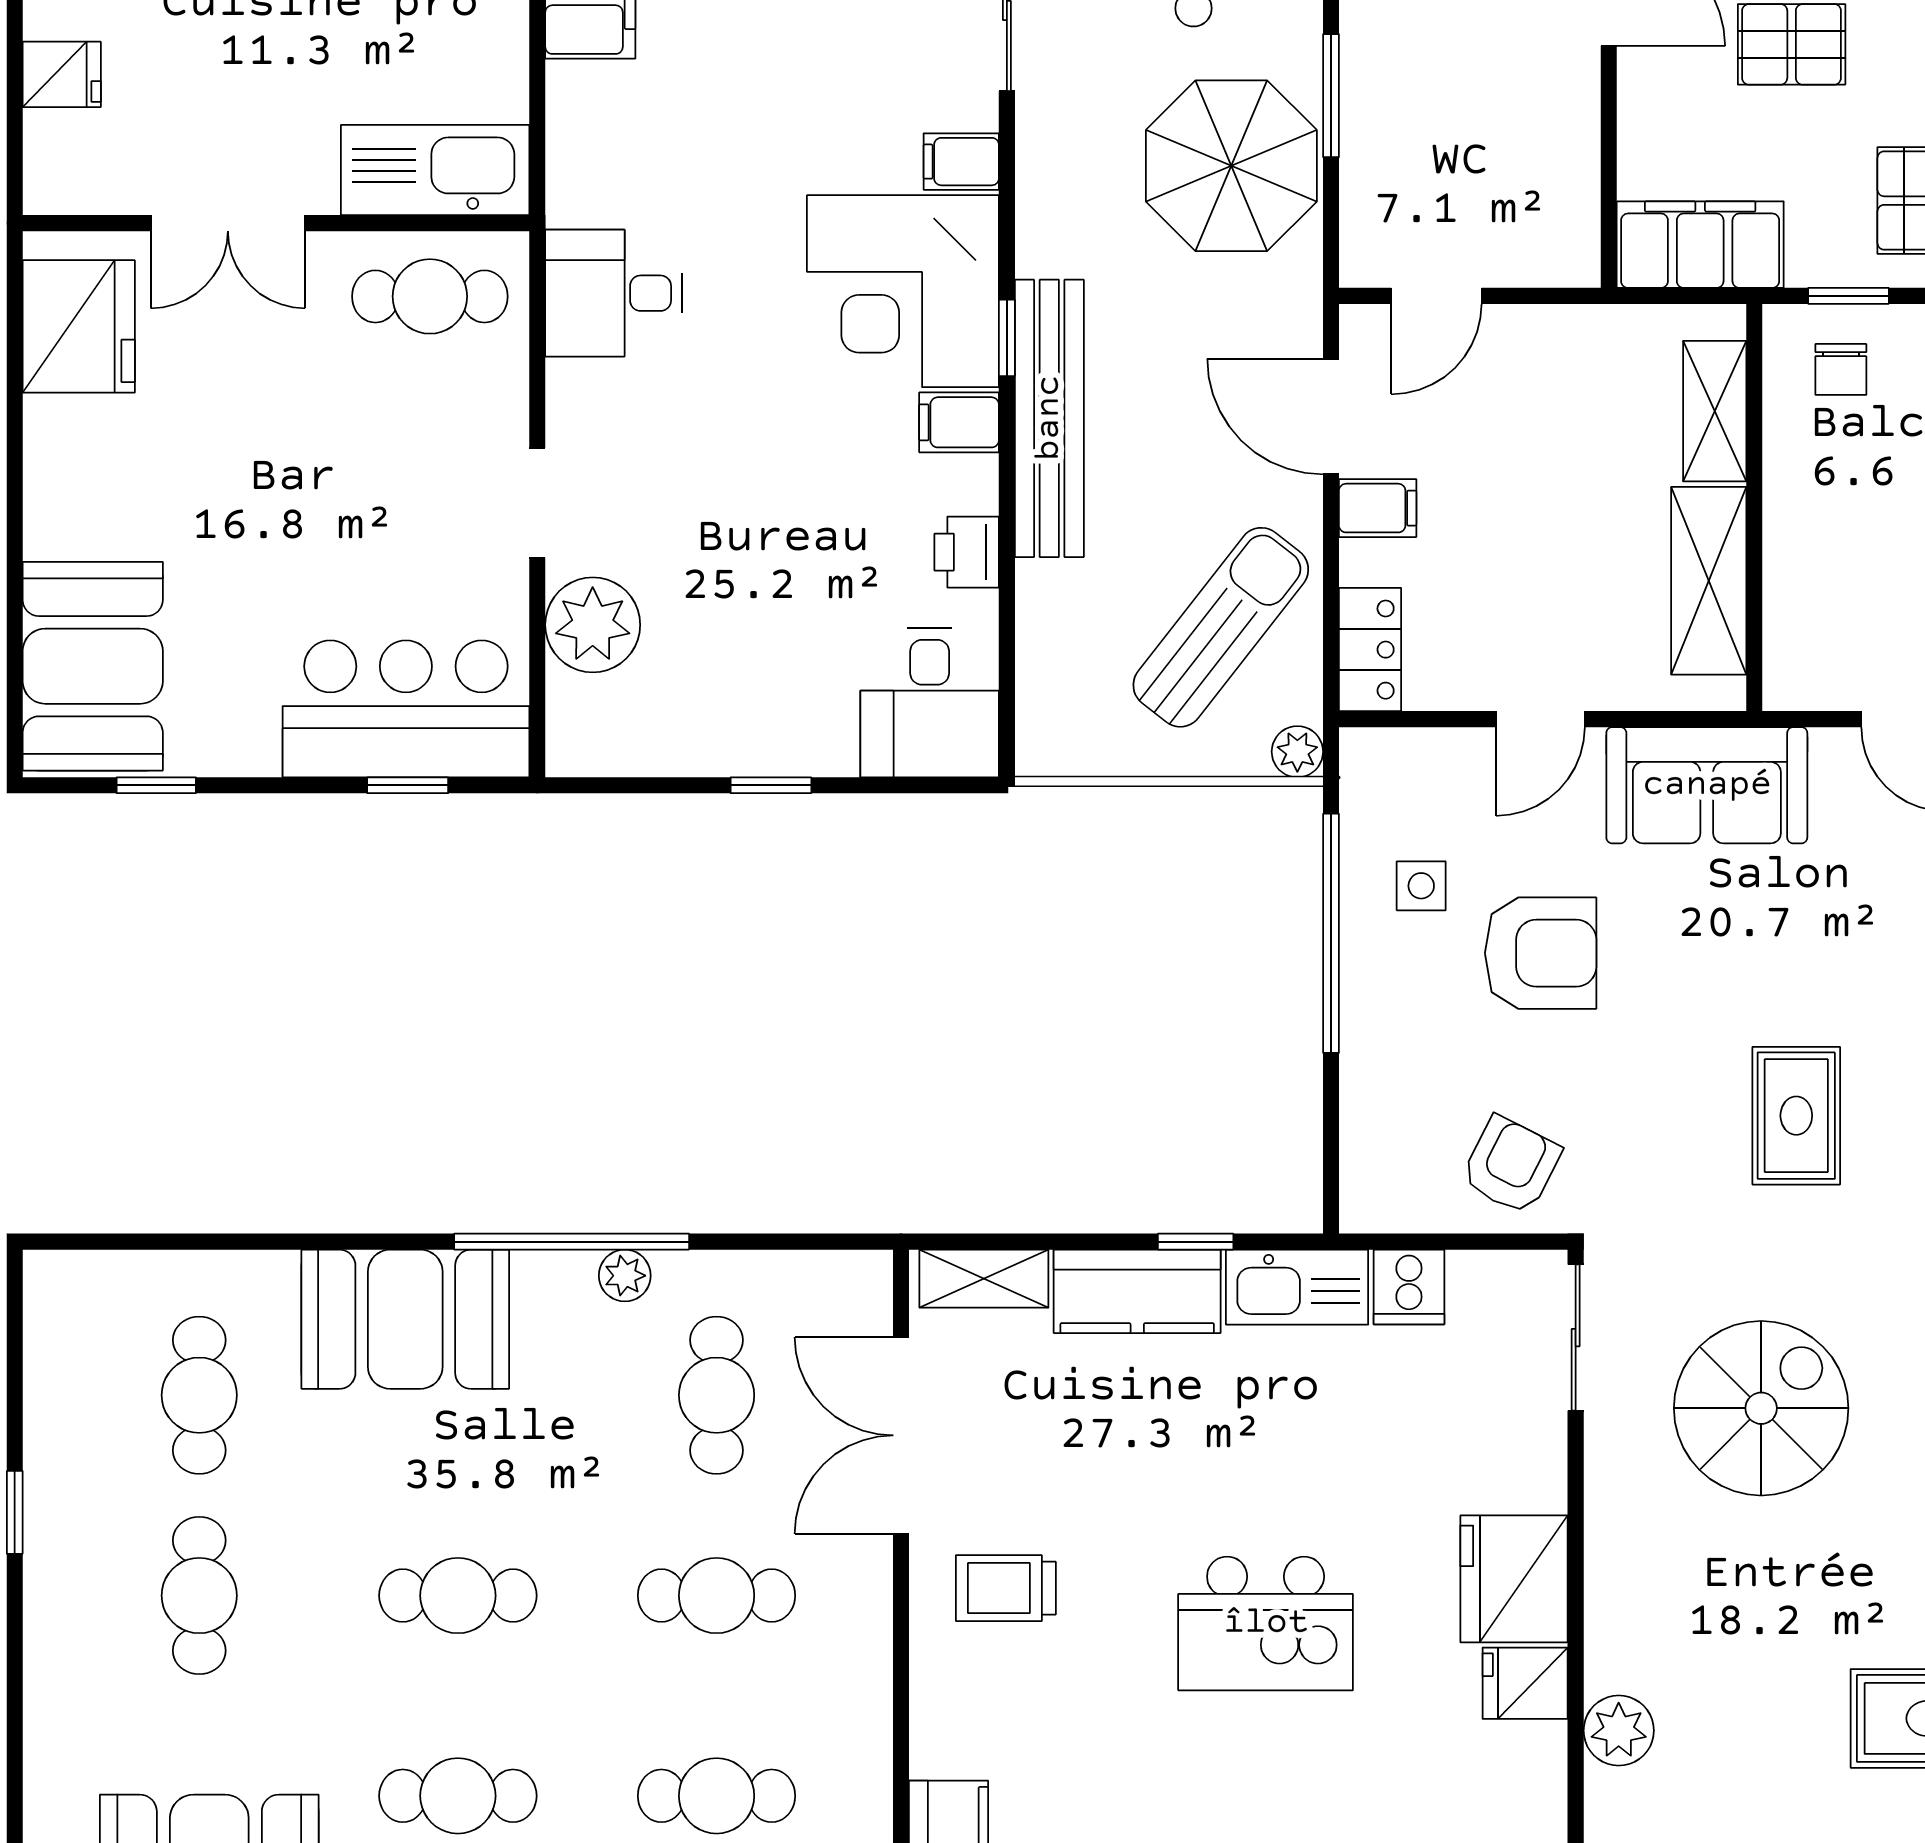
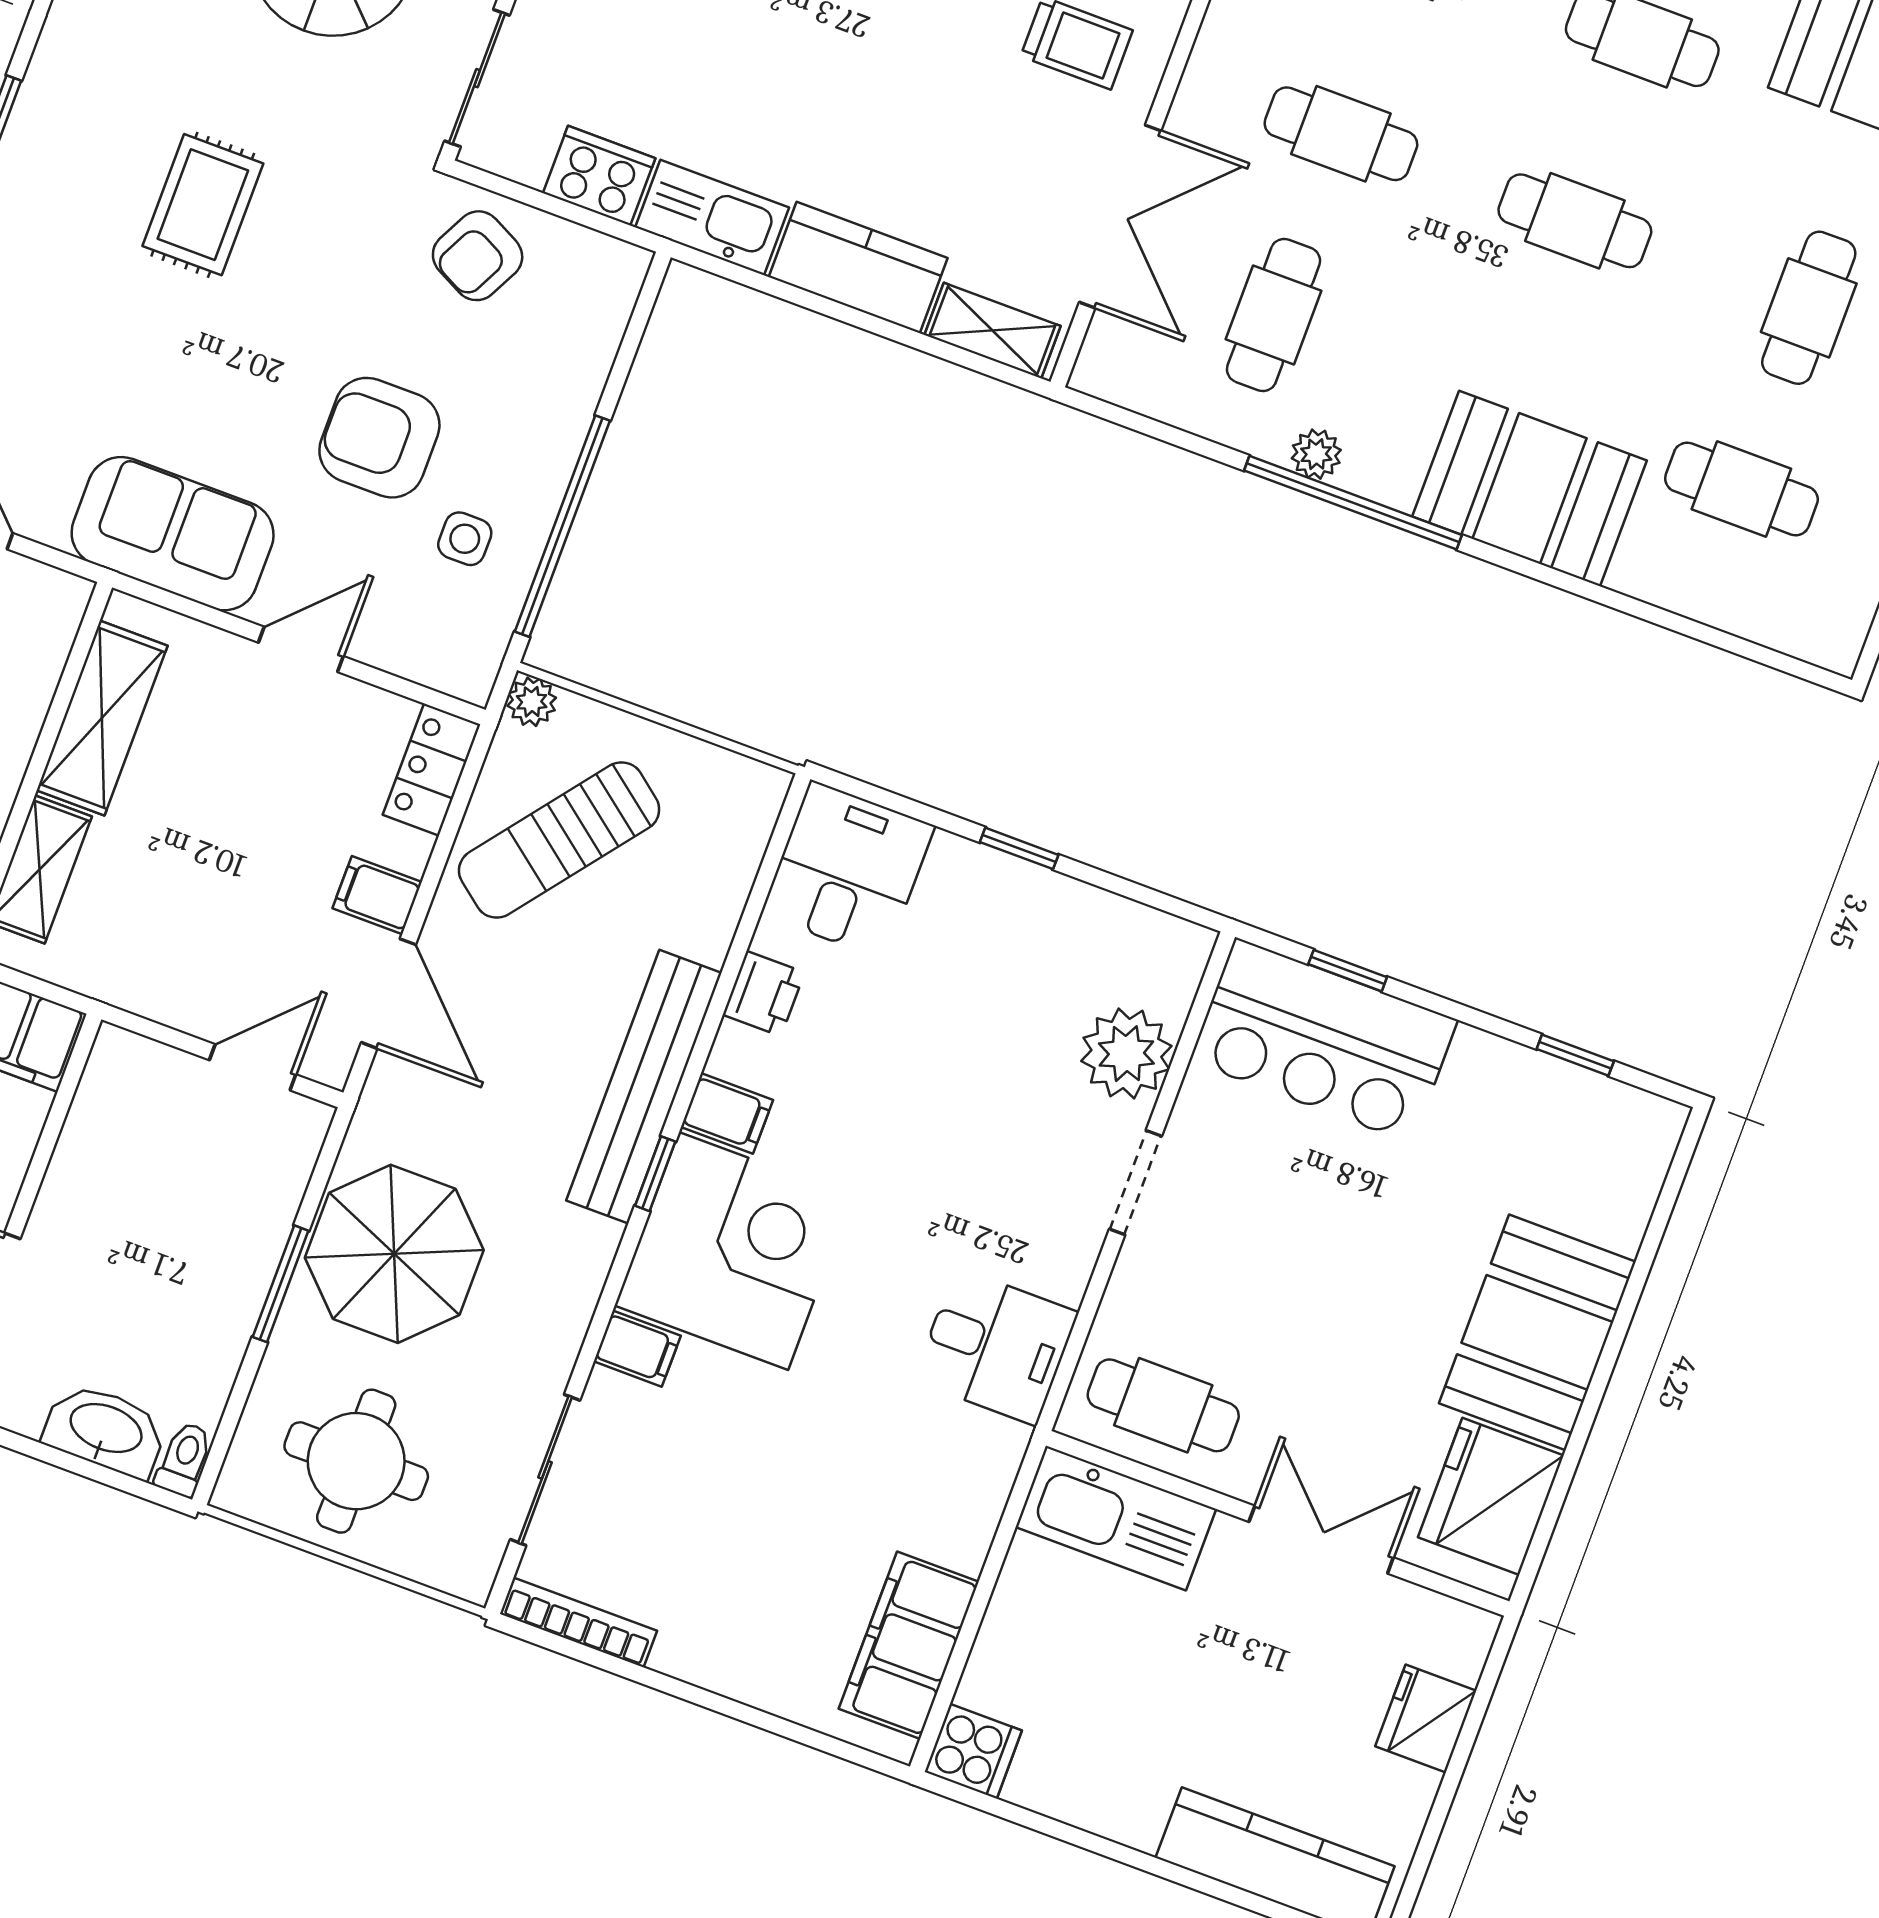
fridge: (62, 74) -> (1426, 1719), width x1.38
booth: (93, 666) -> (1537, 1332), moved
window: (1196, 1242) -> (788, 293), removed
cooker: (1409, 1287) -> (599, 176), width x1.36
cafe table: (199, 1395) -> (1741, 489), turned 90

